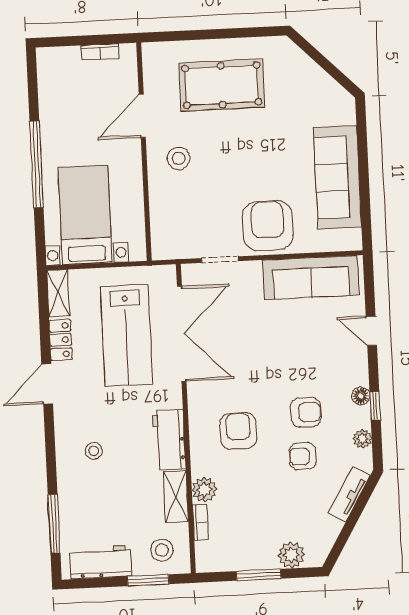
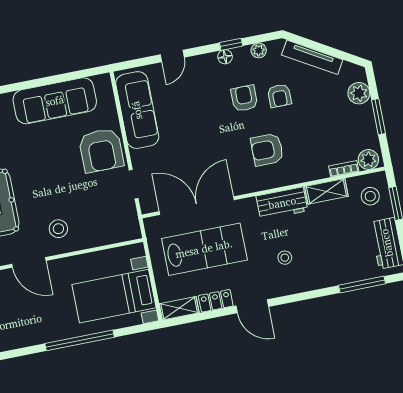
armchair: (268, 226) -> (101, 150), turned -90
stool: (94, 451) -> (285, 258), moved
plant: (204, 490) -> (368, 159), moved
tv unit: (349, 494) -> (312, 57), width x1.41

